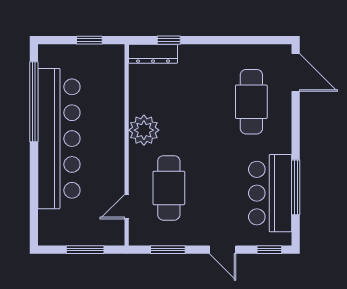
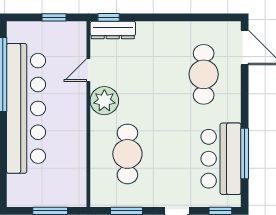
window: (169, 40) -> (109, 17), moved
door: (127, 207) -> (88, 70), moved

